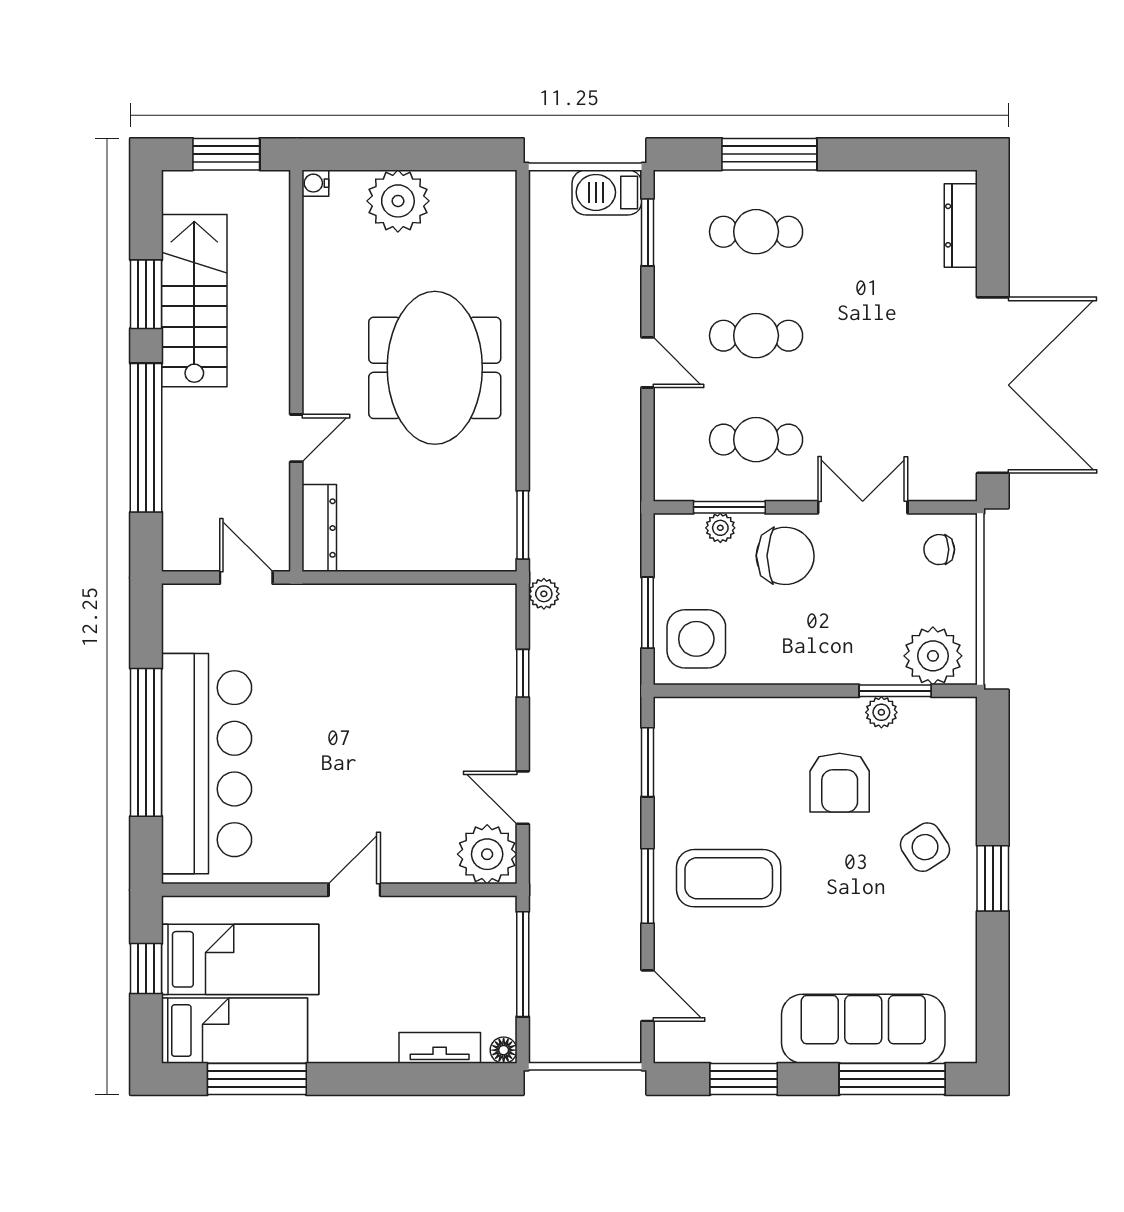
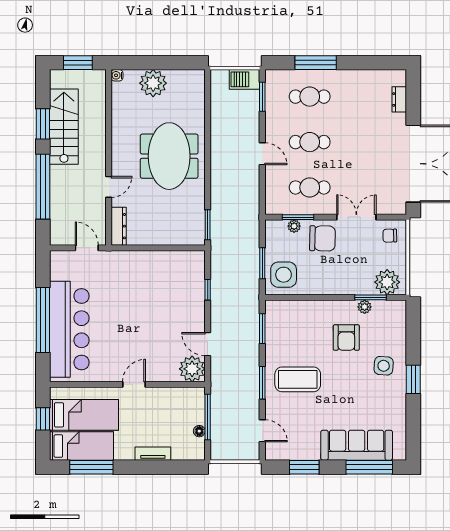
dresser: (961, 226) -> (399, 99), width x0.70
plant: (544, 594) -> (217, 255), removed
side table: (925, 847) -> (384, 366), turned 37
tv unit: (440, 1048) -> (153, 454), moved
floor lamp: (504, 1050) -> (199, 431), moved

